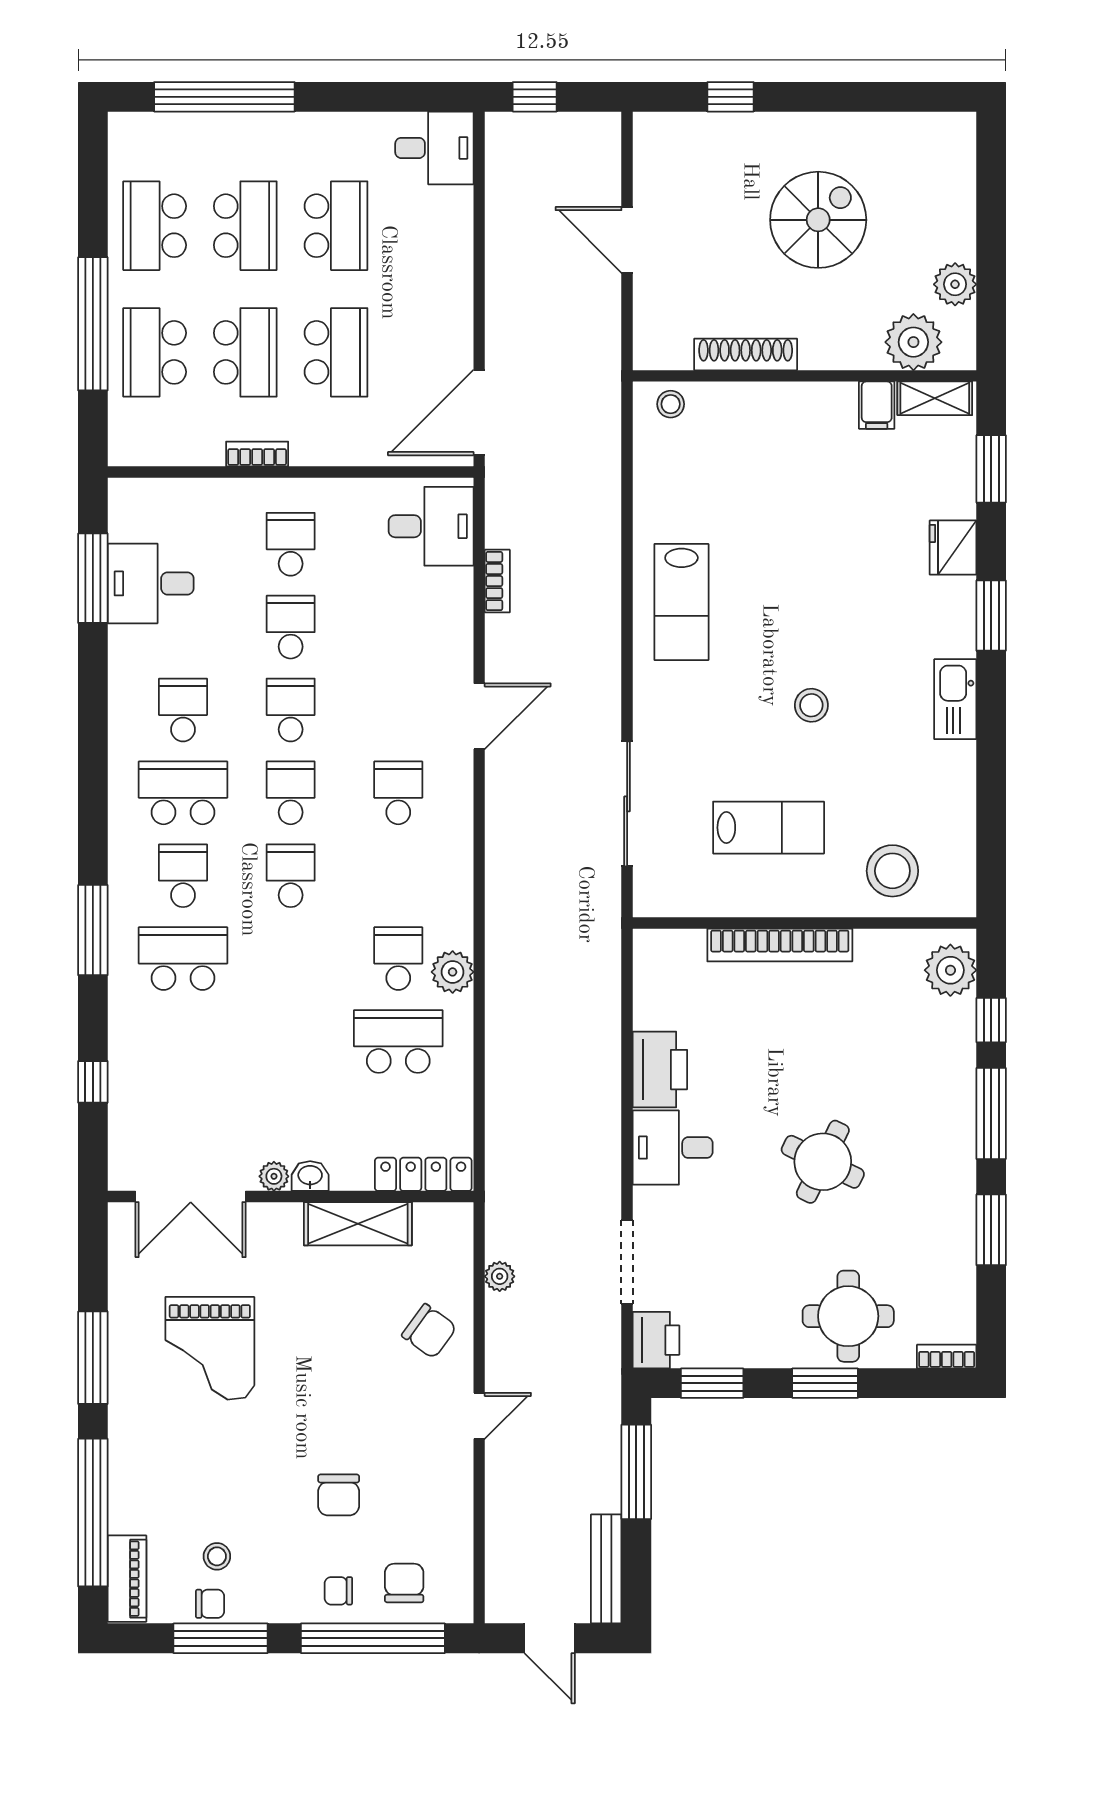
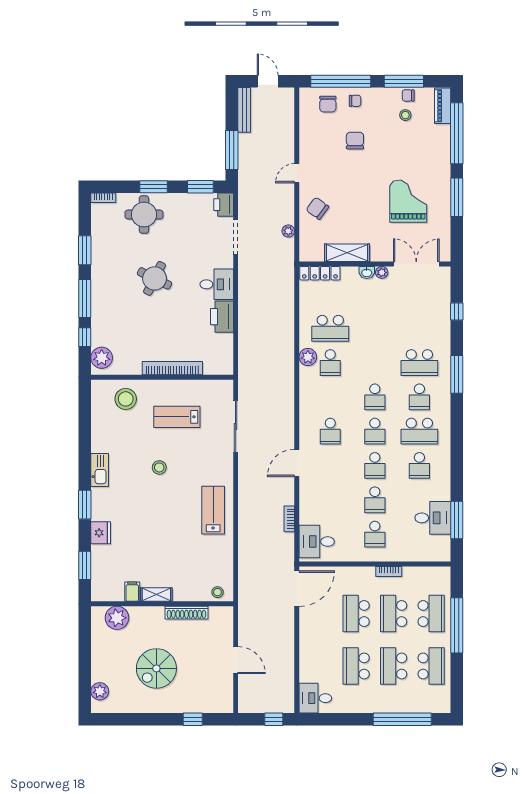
plant: (955, 284) -> (100, 691), moved
shelving: (935, 398) -> (156, 595), moved

